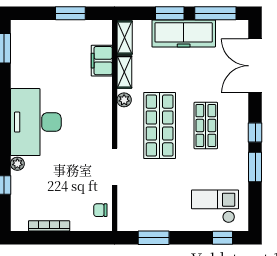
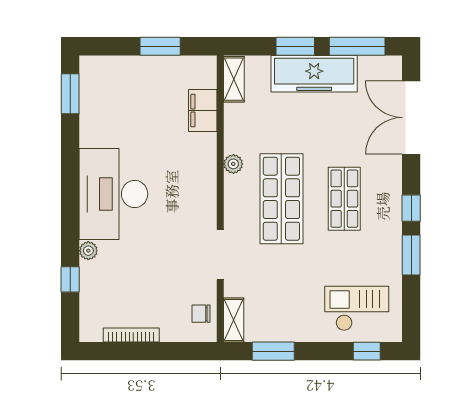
shelving: (124, 72) -> (234, 320), moved

